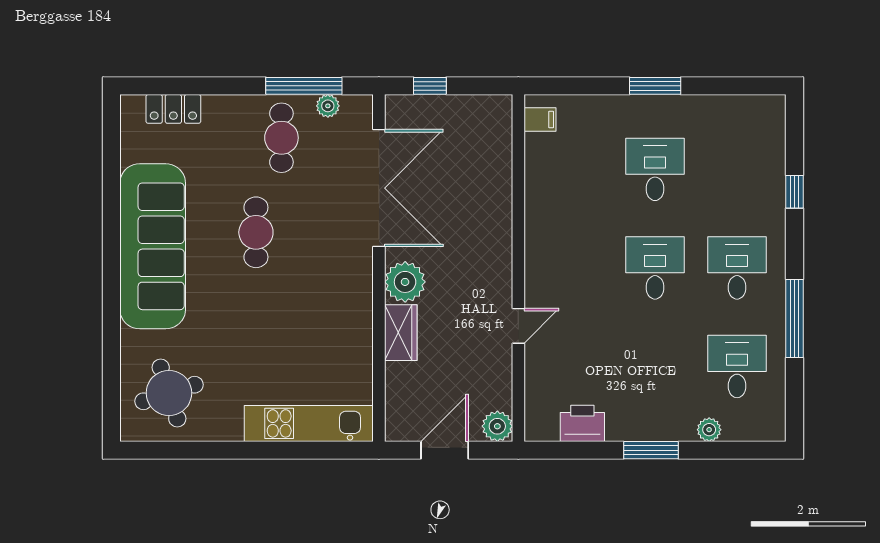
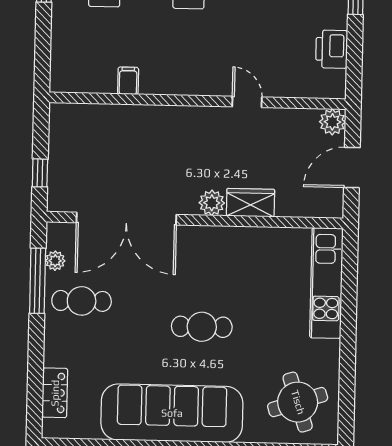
filing cabinet: (540, 119) -> (128, 81), moved
double door: (379, 188) -> (126, 219), swing flipped
cafe table: (256, 232) -> (202, 327), moved
plant: (405, 282) -> (212, 203), width x0.73, depth x0.73
door: (445, 450) -> (352, 168), hinge flipped

